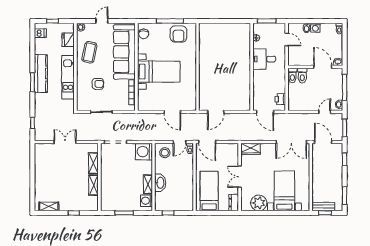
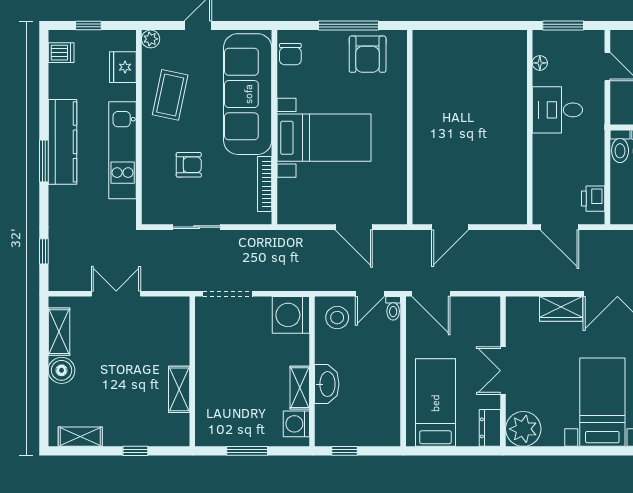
wardrobe: (250, 149) -> (561, 309), moved
shelving: (93, 163) -> (59, 332), moved
boiler: (40, 177) -> (62, 370), added
plant: (259, 203) -> (523, 429), moved

